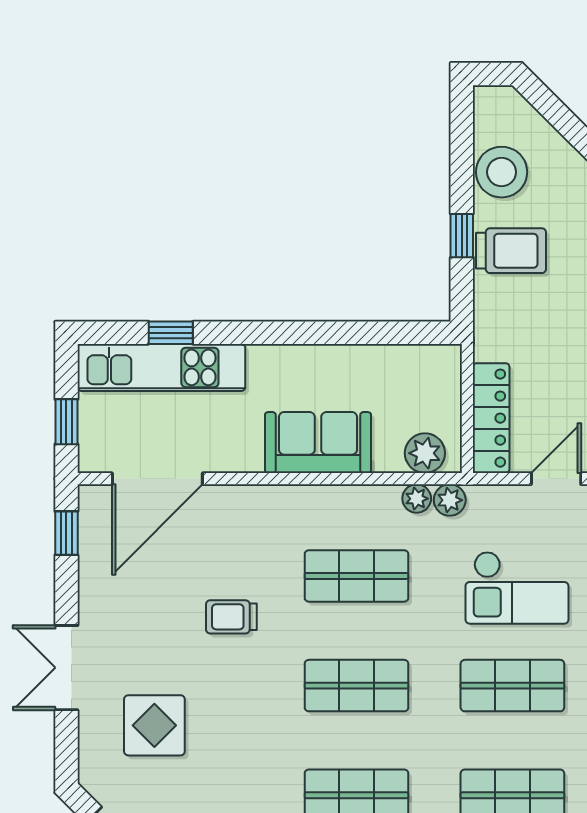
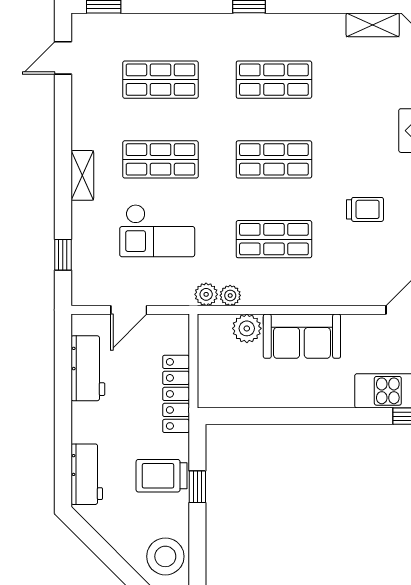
stool: (502, 172) -> (165, 556), moved
locker: (491, 418) -> (176, 394), moved
plant: (425, 453) -> (247, 328), moved
checkout: (517, 588) -> (157, 231), turned 180

